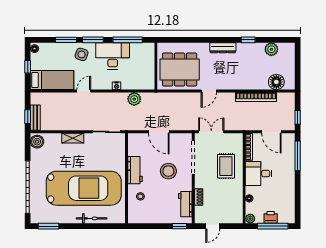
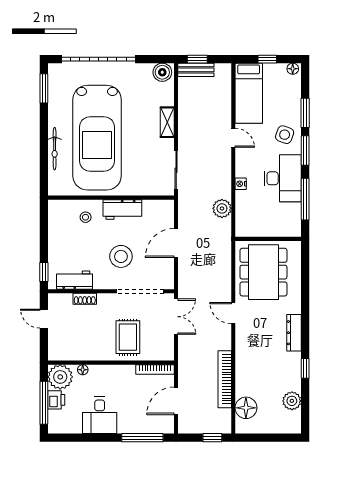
window: (298, 117) -> (212, 438), moved
rug: (226, 166) -> (128, 337), turned 90
desk: (259, 174) -> (100, 415), moved, turned 180
plant: (250, 219) -> (60, 377), width x1.87, depth x1.87

